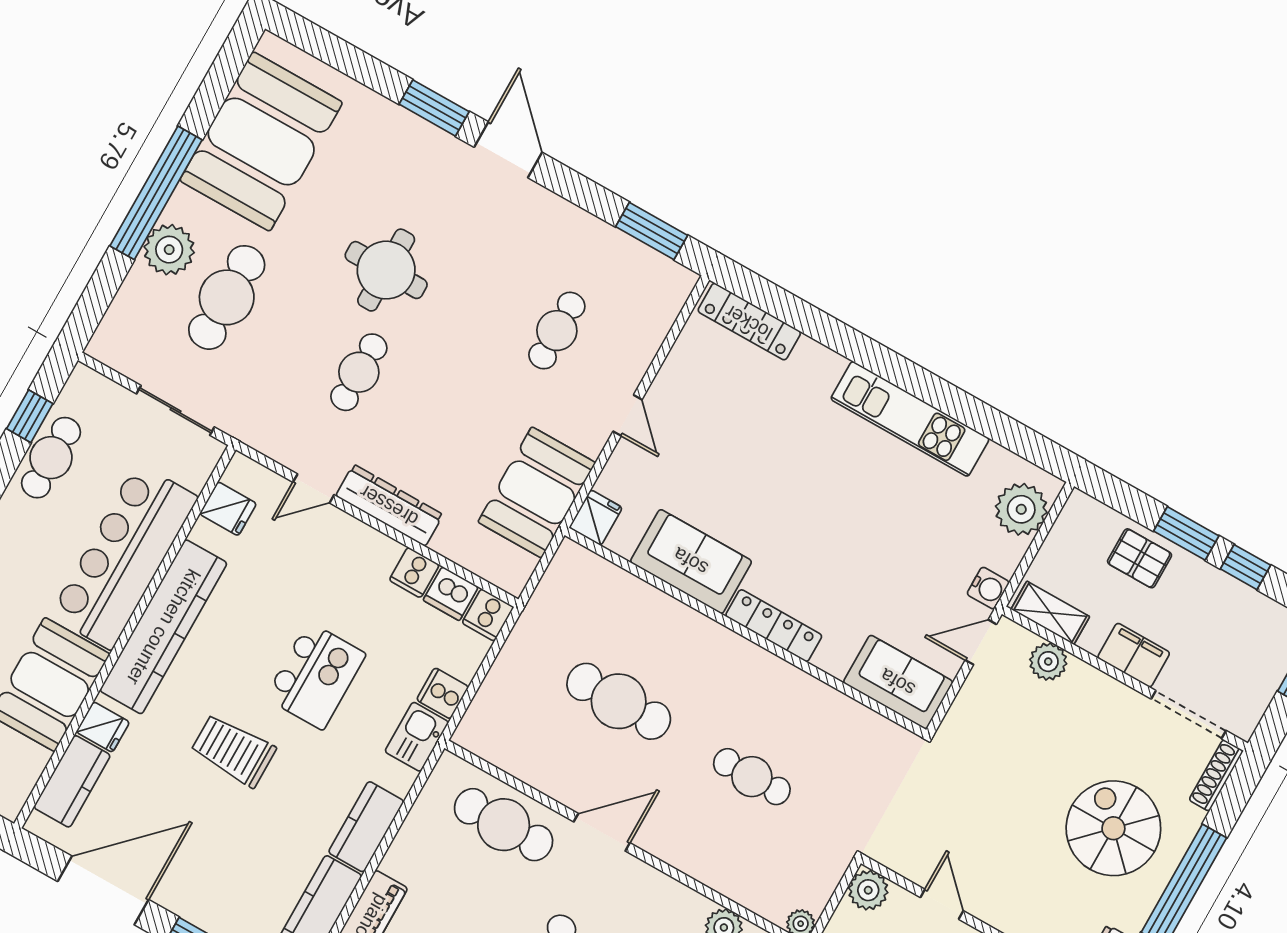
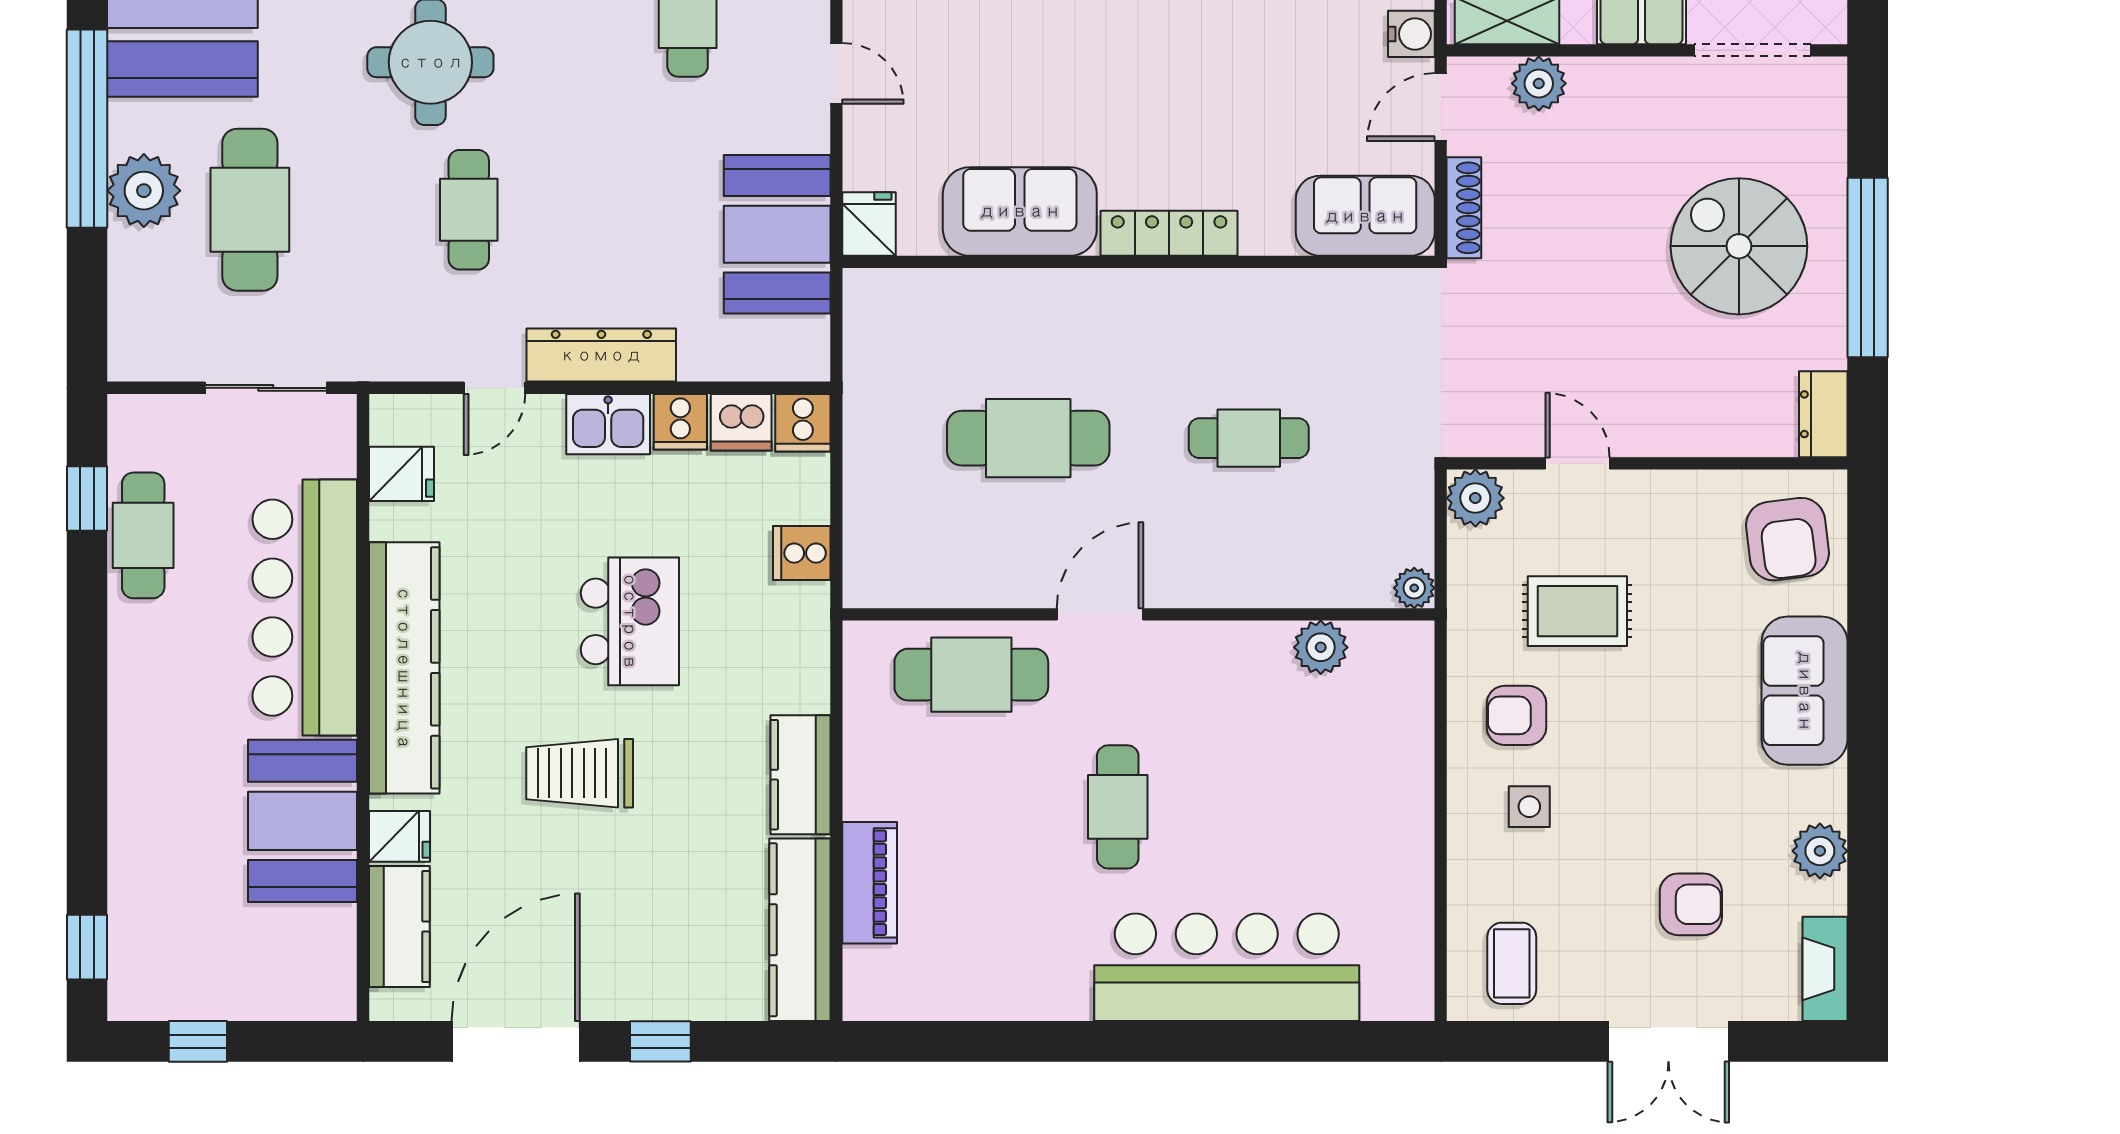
kitchen sink: (417, 737) -> (608, 424), moved, turned -90
shoe rack: (1216, 775) -> (1464, 208), moved, turned 180

